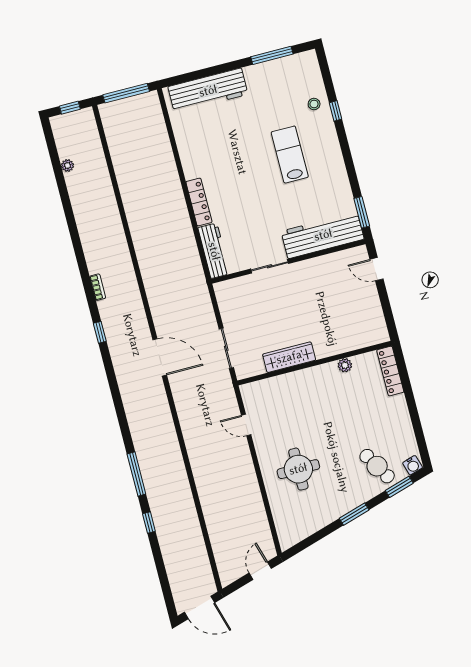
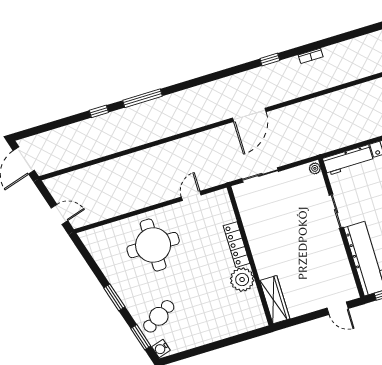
door: (376, 269) -> (338, 308), swing flipped
plant: (222, 288) -> (315, 168), added
wardrobe: (289, 357) -> (275, 300), moved
plant: (345, 365) -> (242, 280), width x1.88, depth x1.88
locker: (390, 371) -> (237, 245), moved, turned -90
round table: (298, 469) -> (153, 245), width x1.36, depth x1.36

